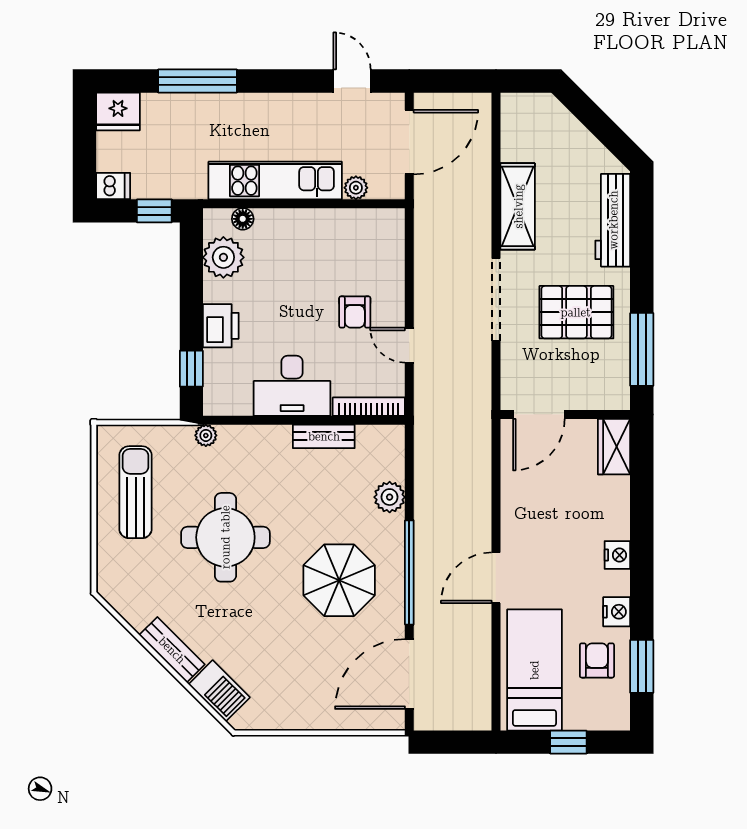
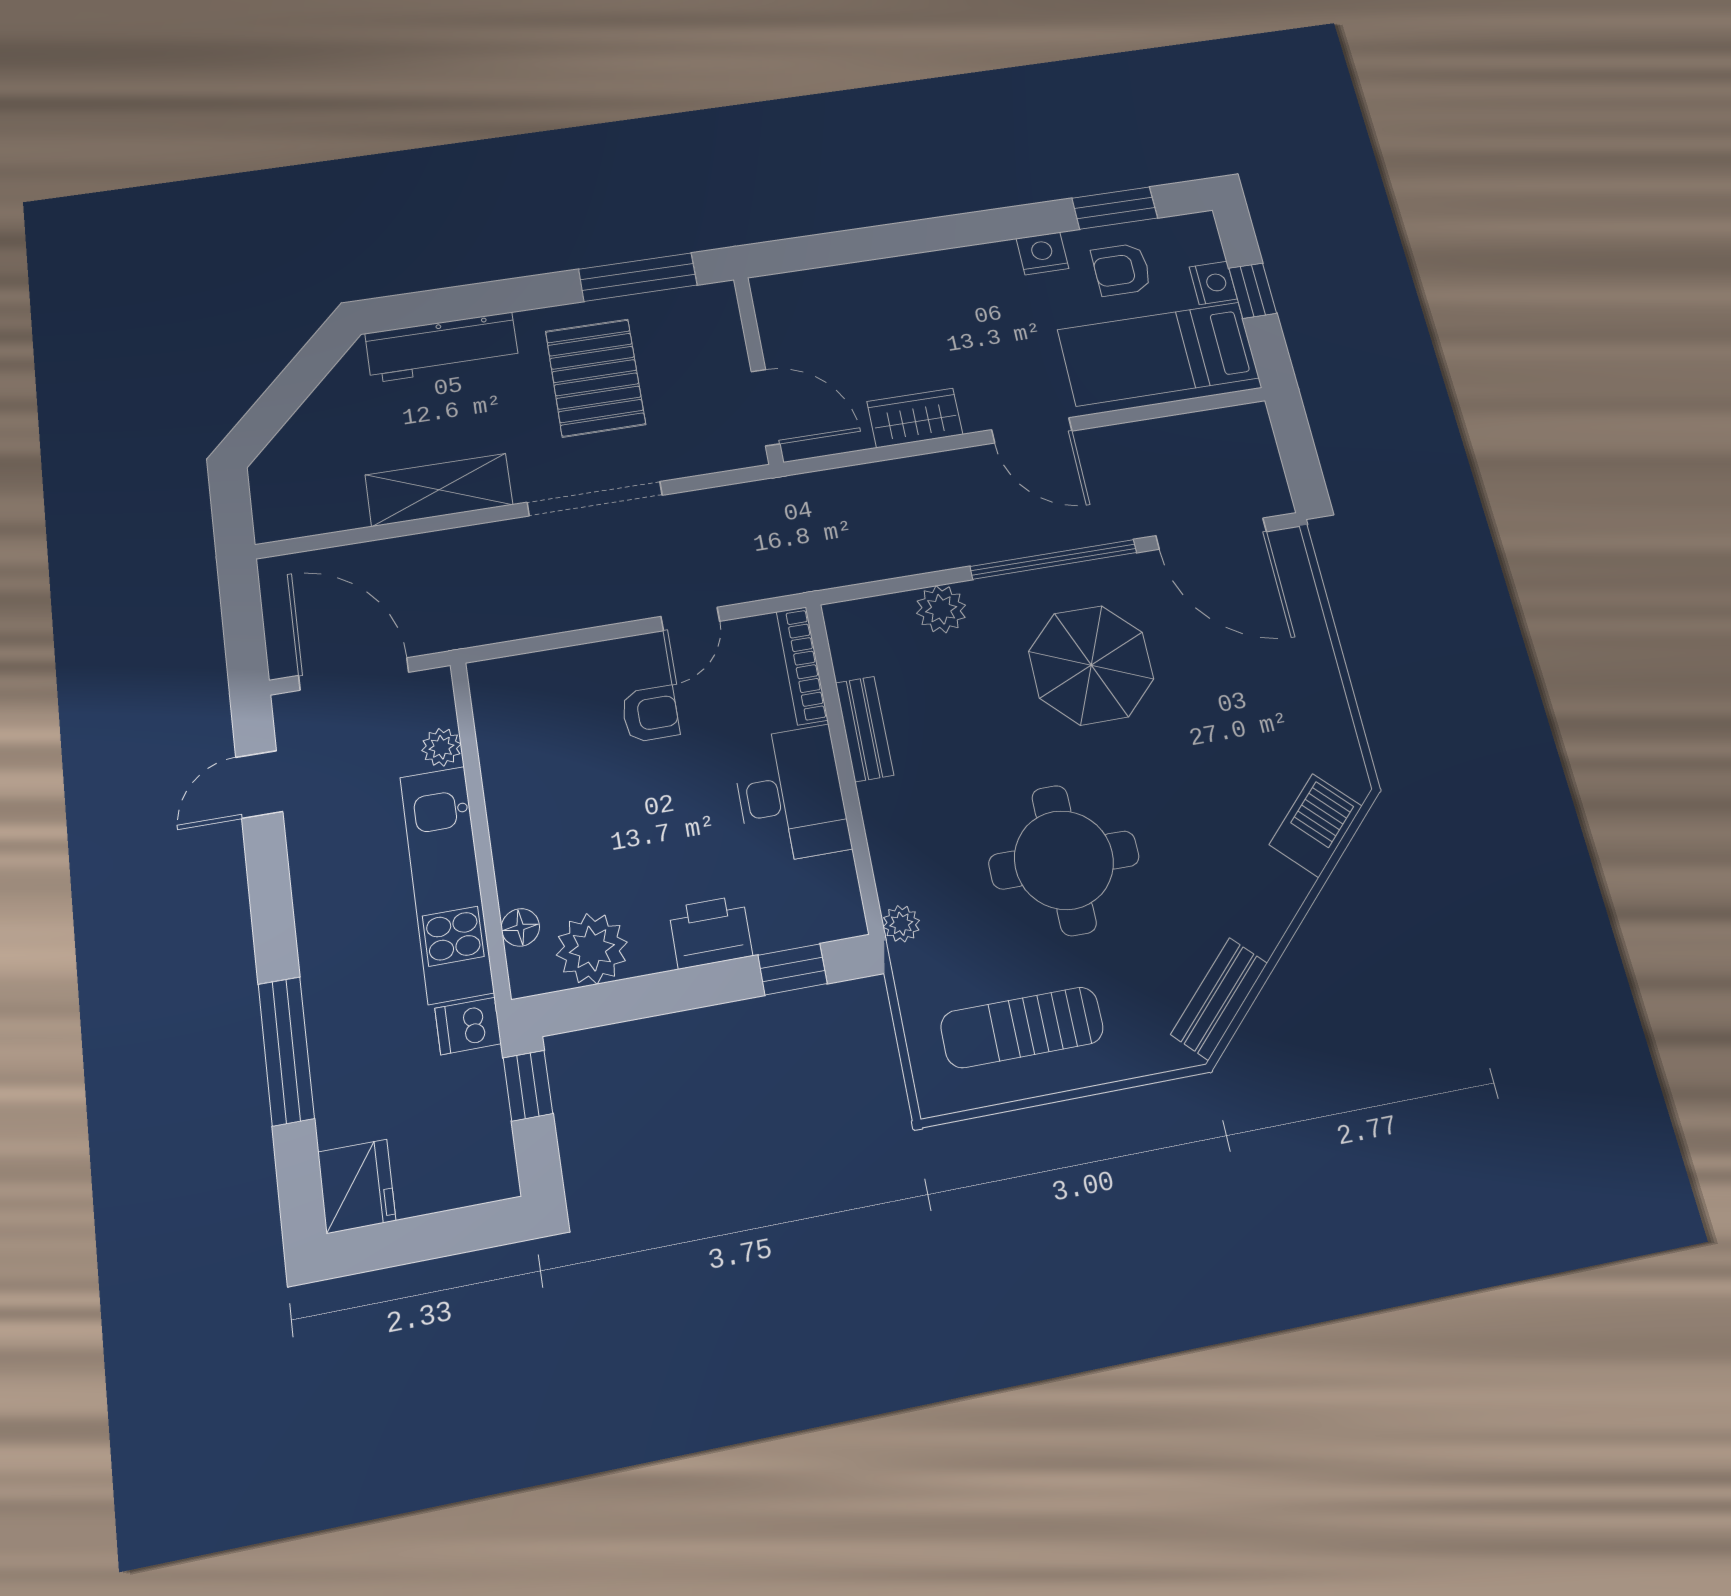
dishwasher: (113, 186) -> (468, 1026), moved, turned -90
wardrobe: (614, 447) -> (915, 418), moved, turned 180
nightstand: (617, 555) -> (1213, 283), moved, turned 90
bench: (172, 650) -> (1219, 999), moved

